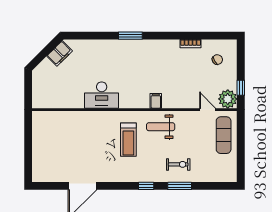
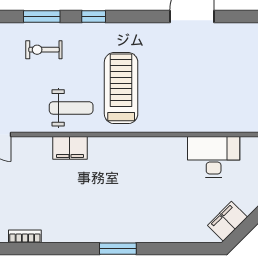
desk: (102, 95) -> (214, 157), moved
filing cabinet: (156, 101) -> (70, 148), width x2.00
treadmill: (128, 140) -> (121, 88), width x1.37, depth x1.38

